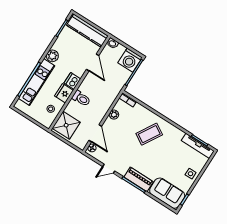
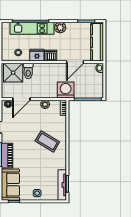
washing machine: (130, 60) -> (66, 90), moved, turned 90
toilet: (81, 98) -> (28, 71), moved

